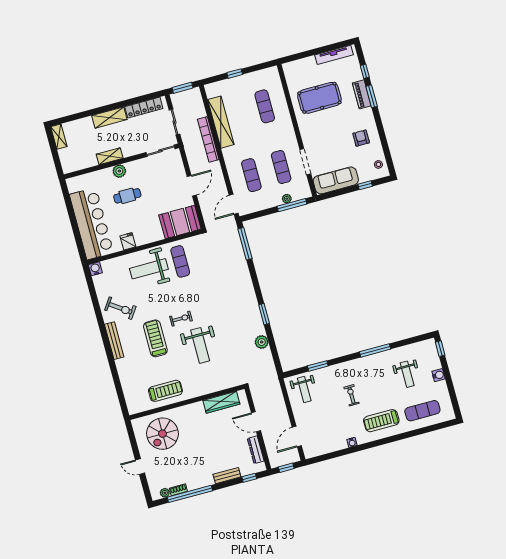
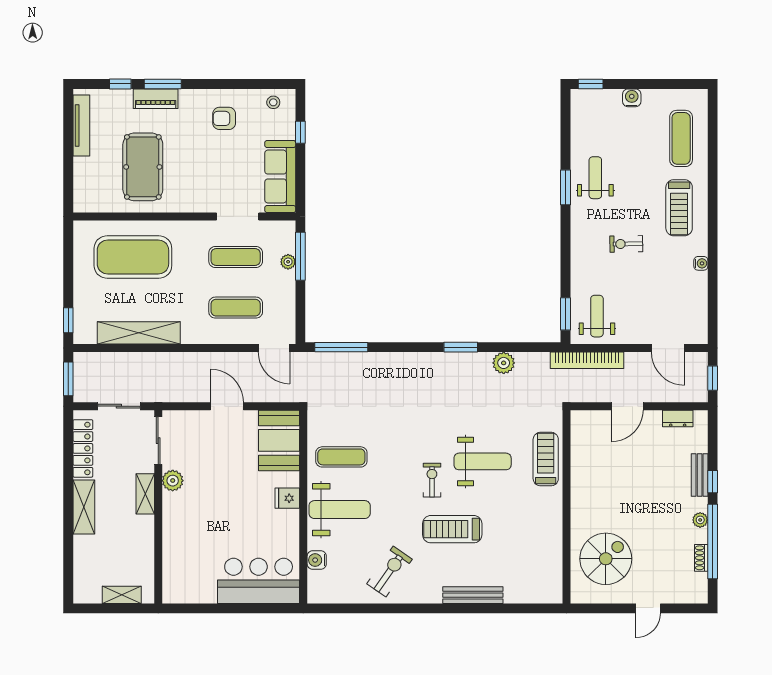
window: (235, 74) -> (68, 320), moved
exercise mat: (265, 106) -> (133, 257), width x2.00, depth x1.45
shelving: (59, 137) -> (122, 595), moved
bookcase: (208, 139) -> (587, 360), moved
shelving: (110, 156) -> (145, 494), moved
plant: (119, 171) -> (173, 481), moved
cafe table: (127, 196) -> (215, 512), removed
bar counter: (91, 224) -> (259, 581), width x0.73
fridge: (128, 241) -> (287, 498), moved
water cooler: (95, 269) -> (317, 560), moved
weight bench: (149, 269) -> (340, 510), turned -90
bench: (114, 341) -> (473, 595), moved
window: (375, 350) -> (566, 187), width x0.69
window: (318, 366) -> (566, 314), moved
weight bench: (407, 374) -> (595, 178), moved, turned -90
weight bench: (304, 390) -> (597, 316), turned -90
treadmill: (165, 391) -> (546, 459), moved
wardrobe: (221, 402) -> (581, 452), removed
spiral stairs: (162, 434) -> (606, 559), turned -90
dresser: (256, 450) -> (678, 419), width x0.70
window: (249, 478) -> (713, 482), moved
plant: (165, 493) -> (700, 520), moved

